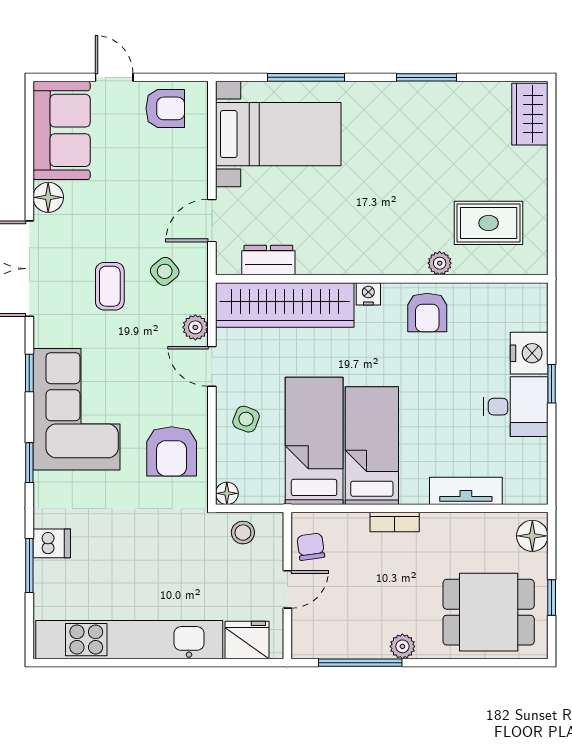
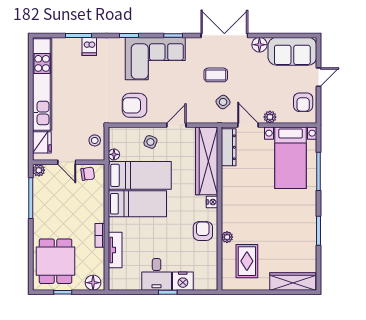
wardrobe: (530, 114) -> (293, 281), width x1.50
dresser: (268, 260) -> (229, 147), width x1.44
armchair: (427, 313) -> (203, 231), turned 90
plant: (195, 327) -> (270, 117), moved
floor lamp: (227, 493) -> (114, 154), moved
bookcase: (395, 522) -> (100, 235), moved
plant: (402, 646) -> (39, 170), moved

